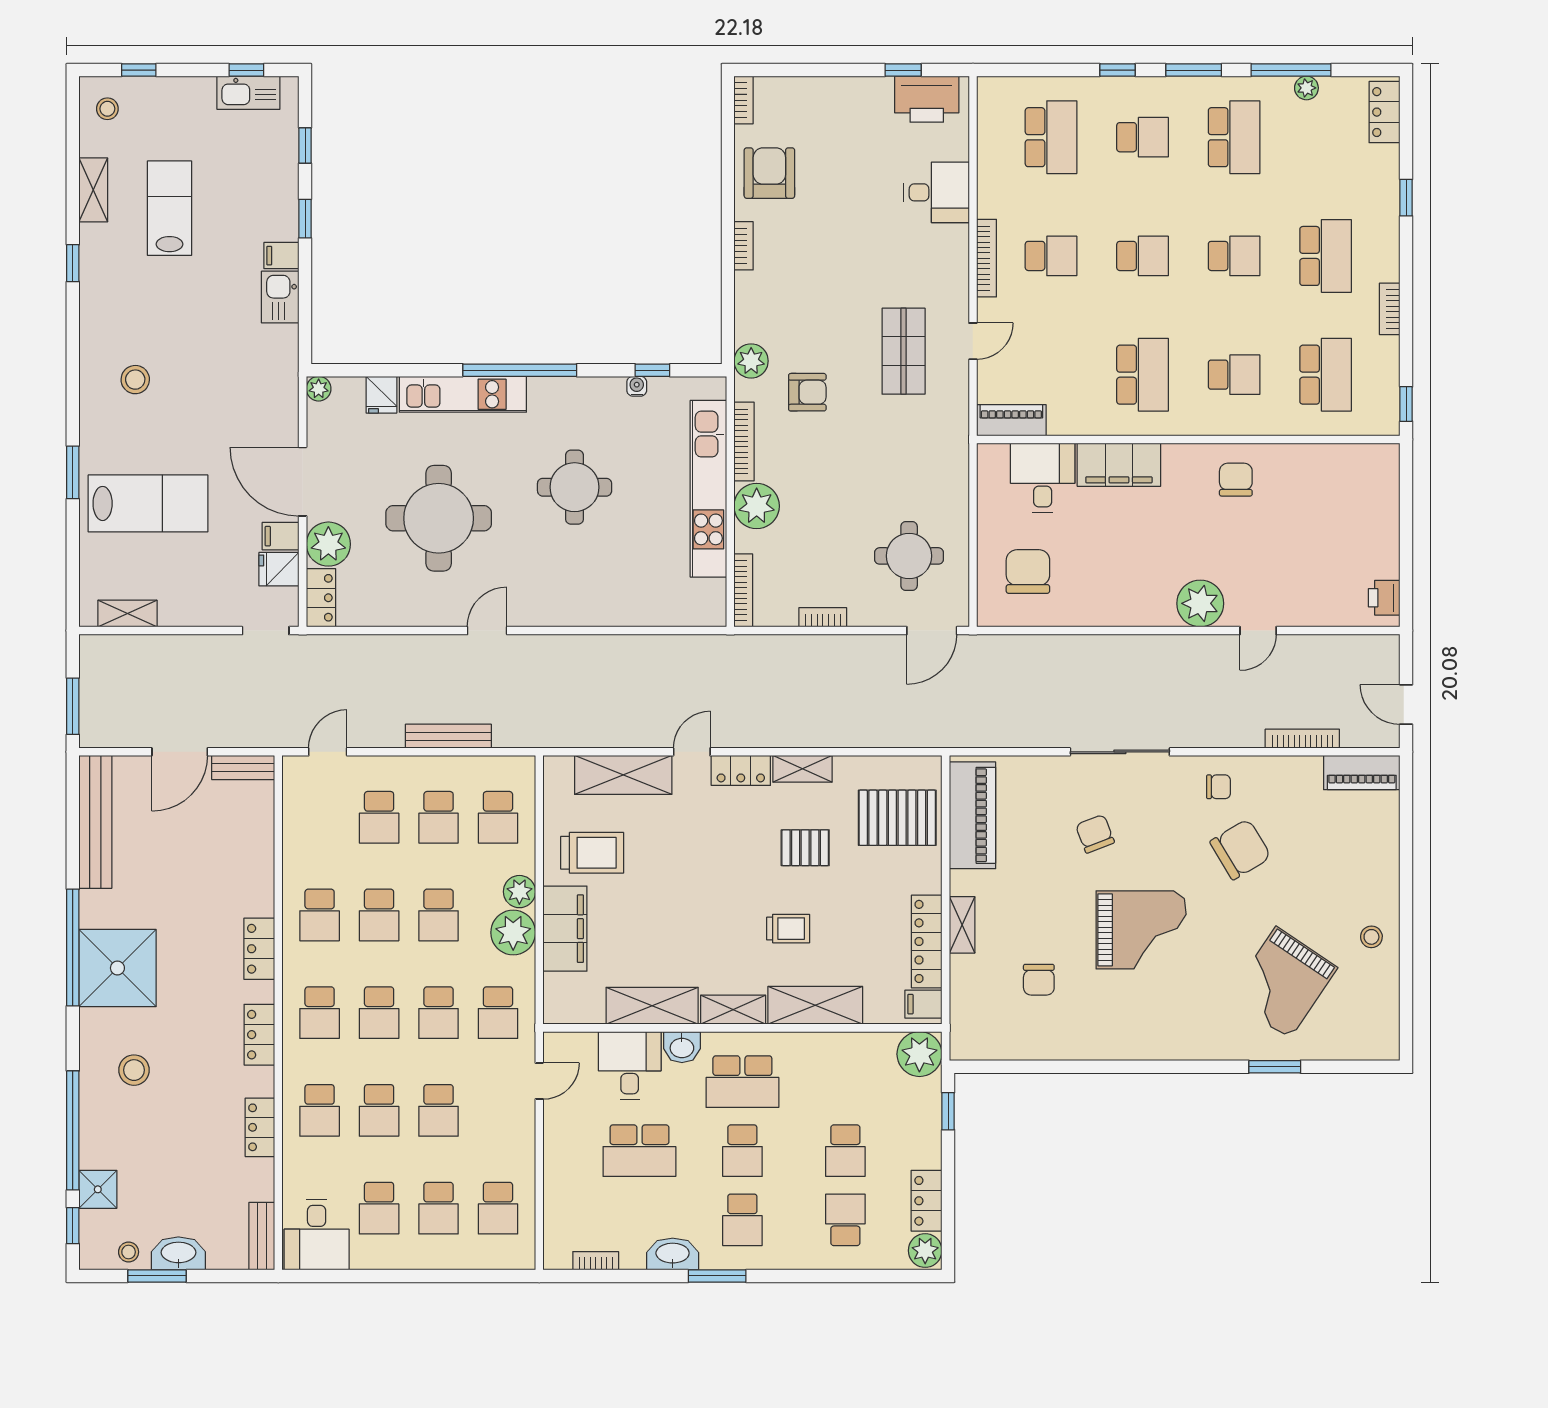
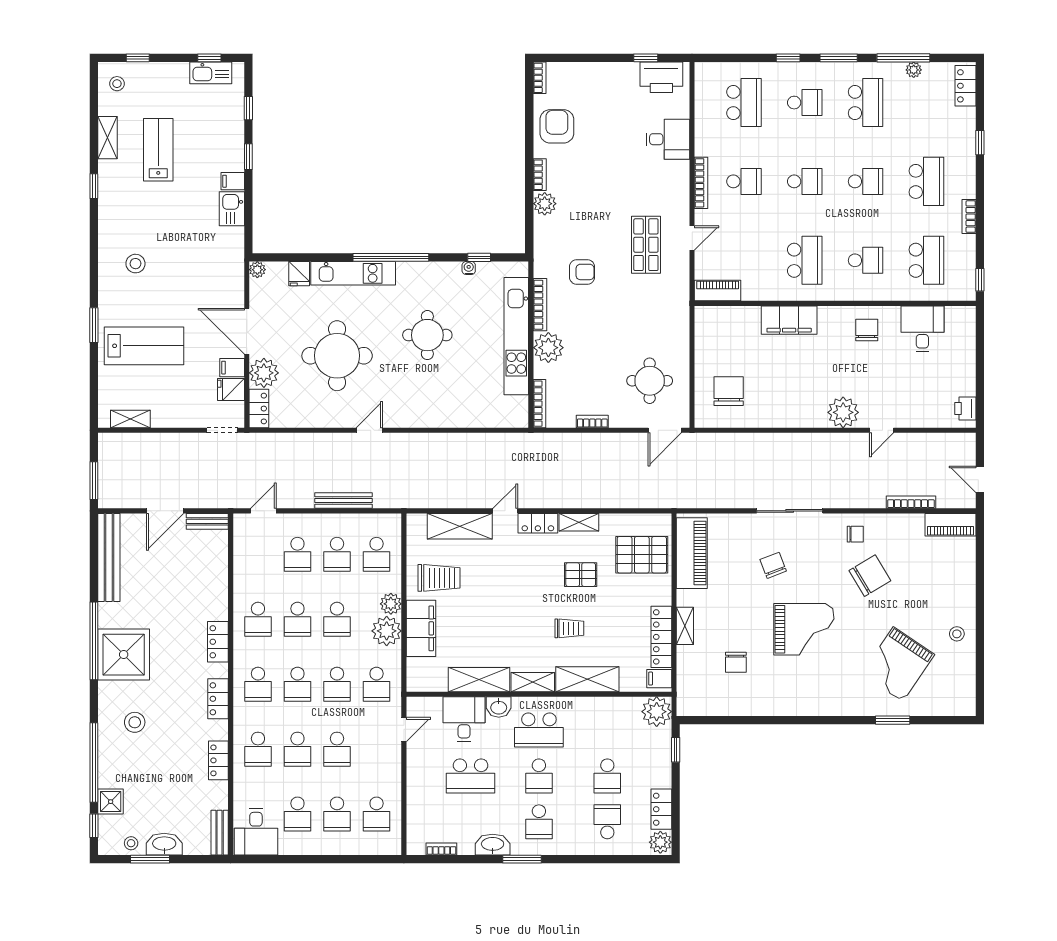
plant: (751, 361) -> (545, 204), moved
desk: (1043, 478) -> (922, 329), moved

